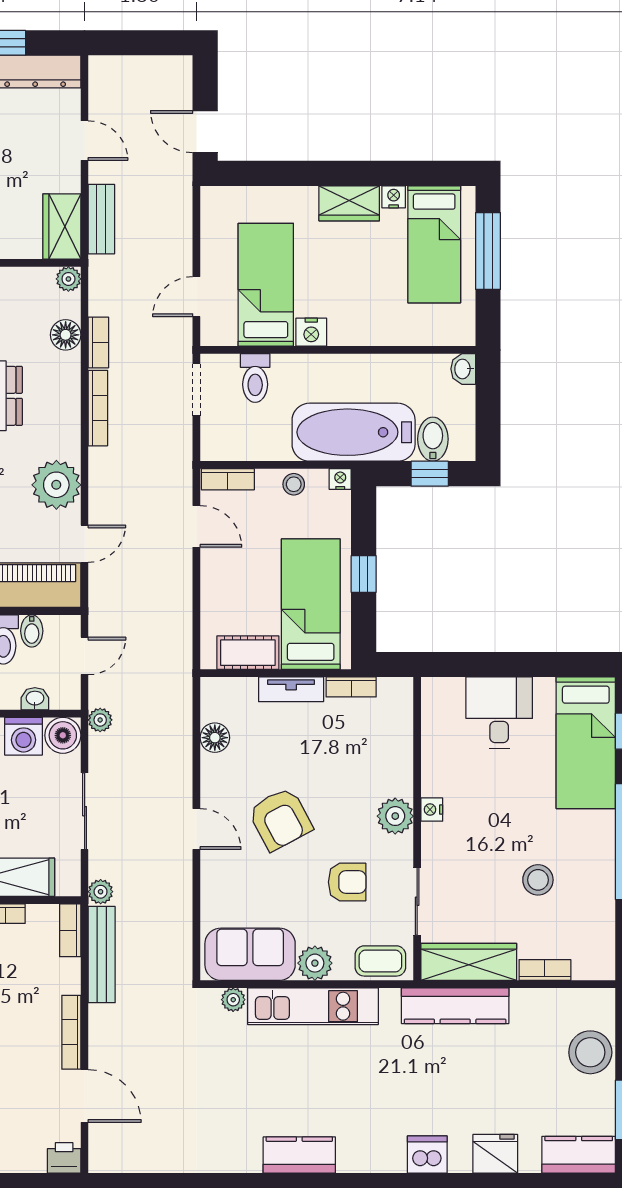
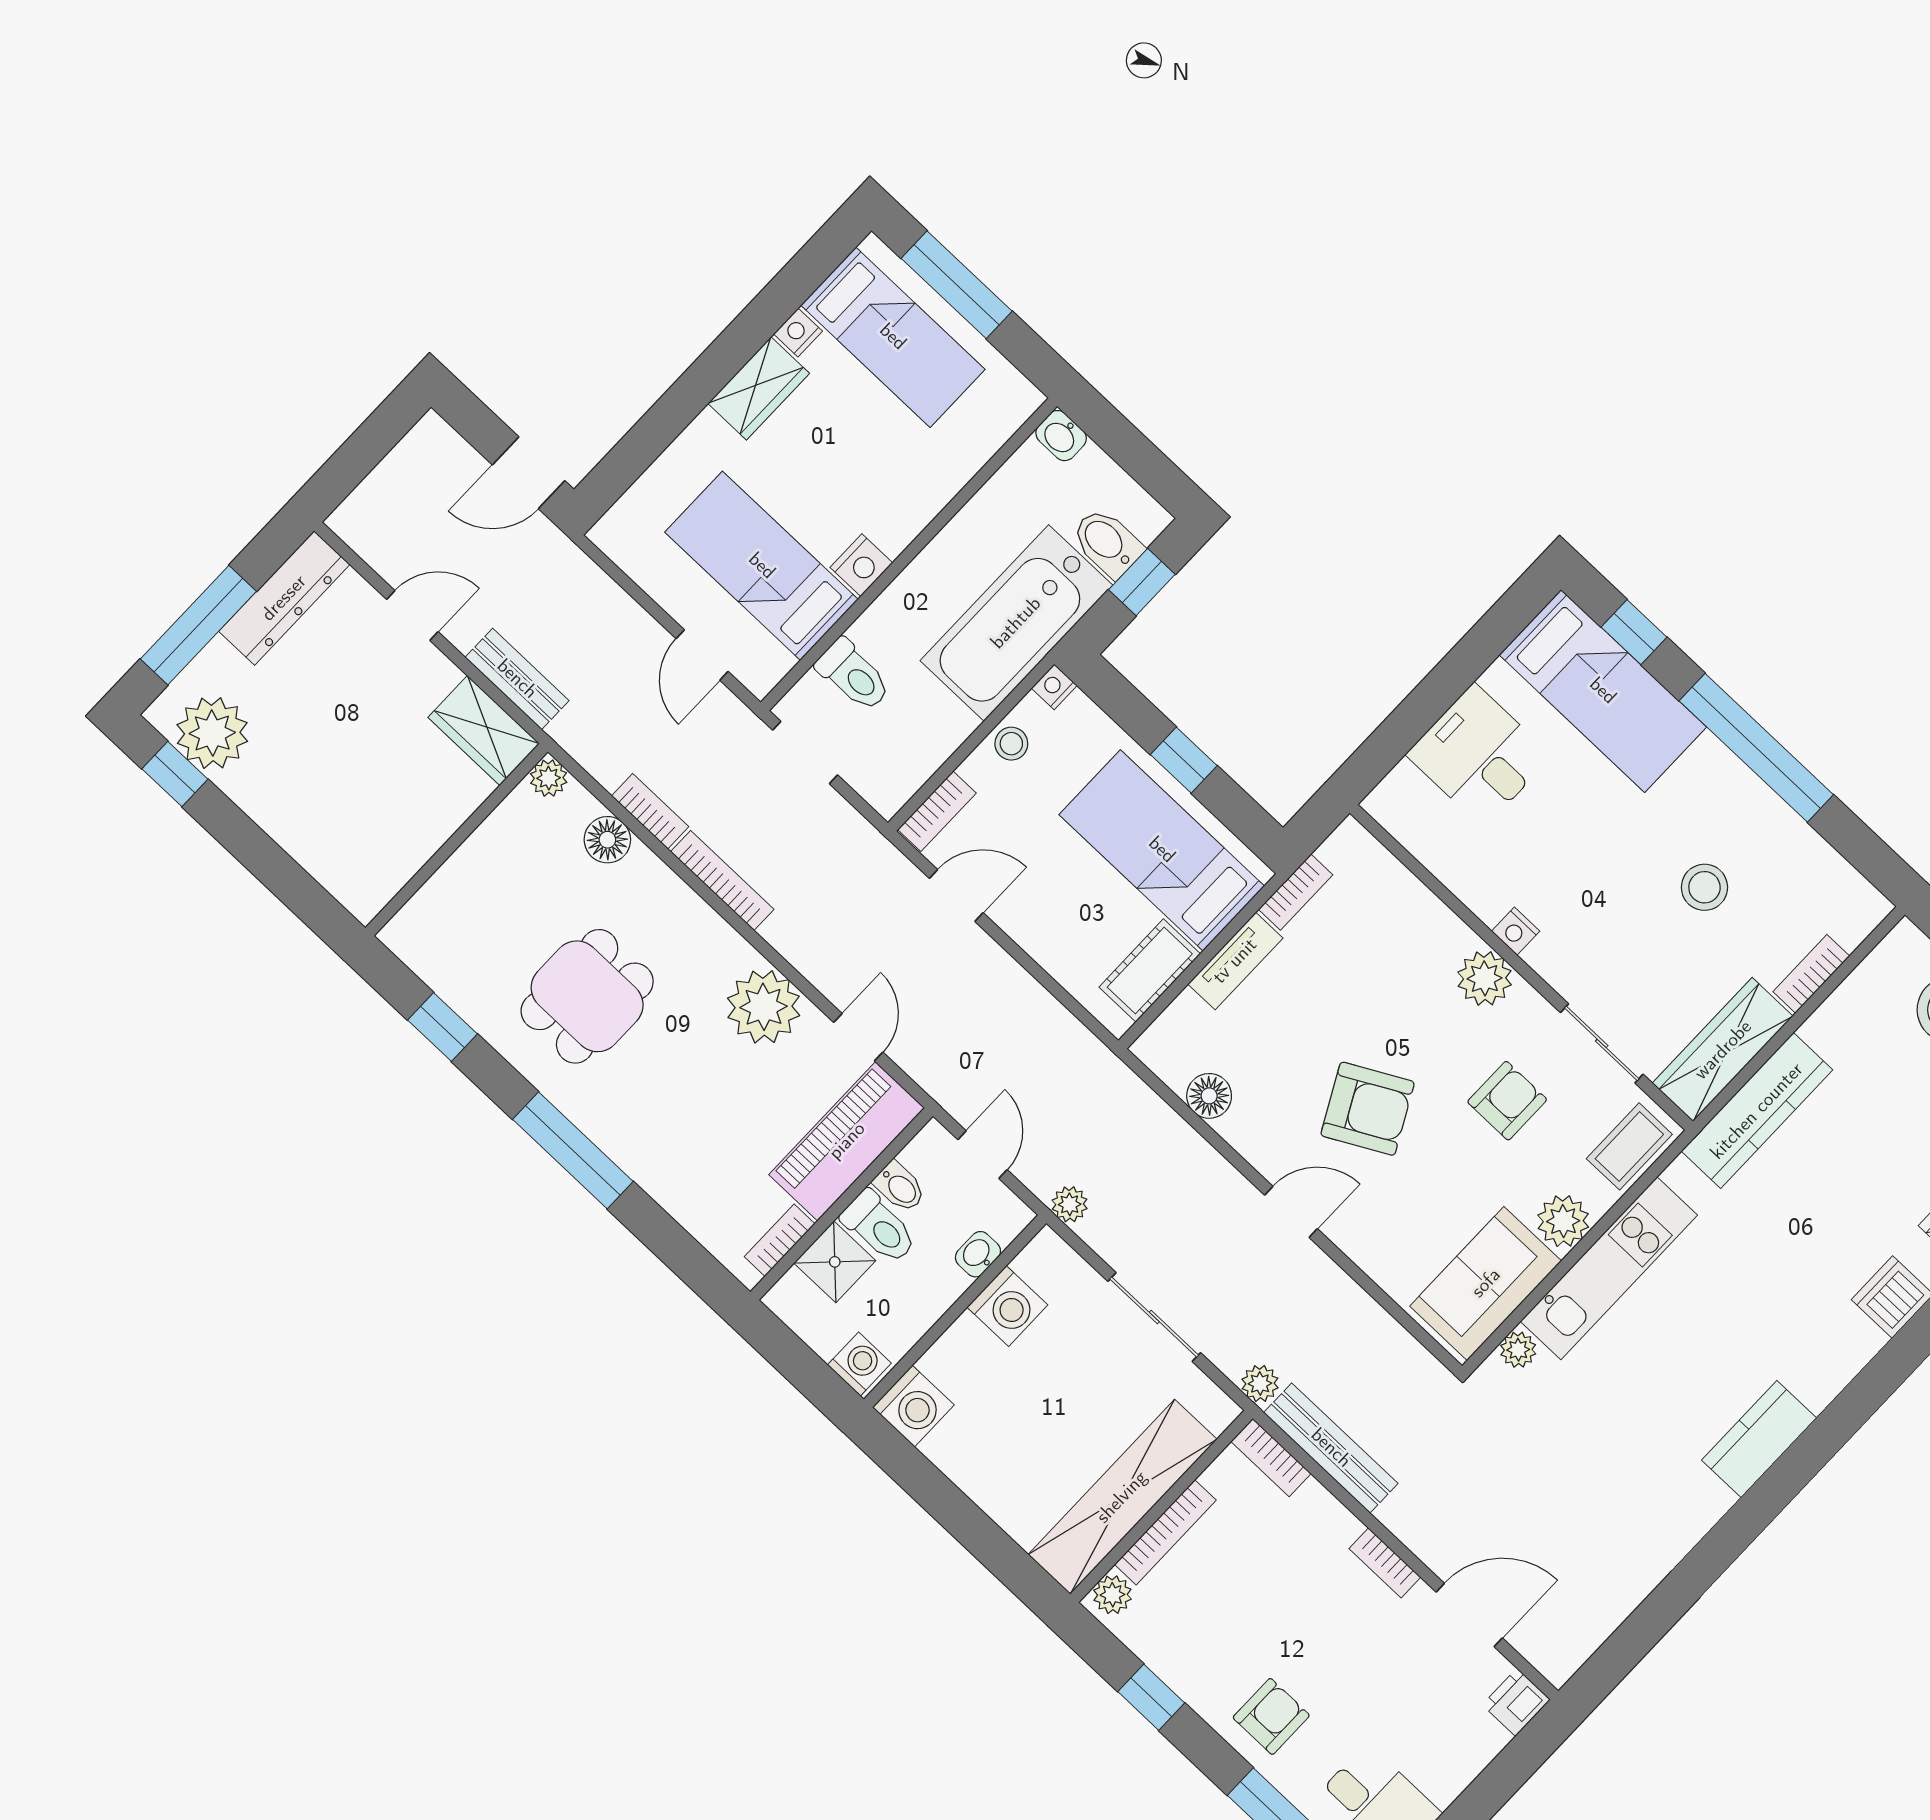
boiler: (63, 735) -> (1048, 1262), removed
bookcase: (71, 1032) -> (1385, 1563), width x0.64

